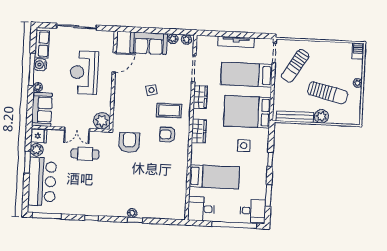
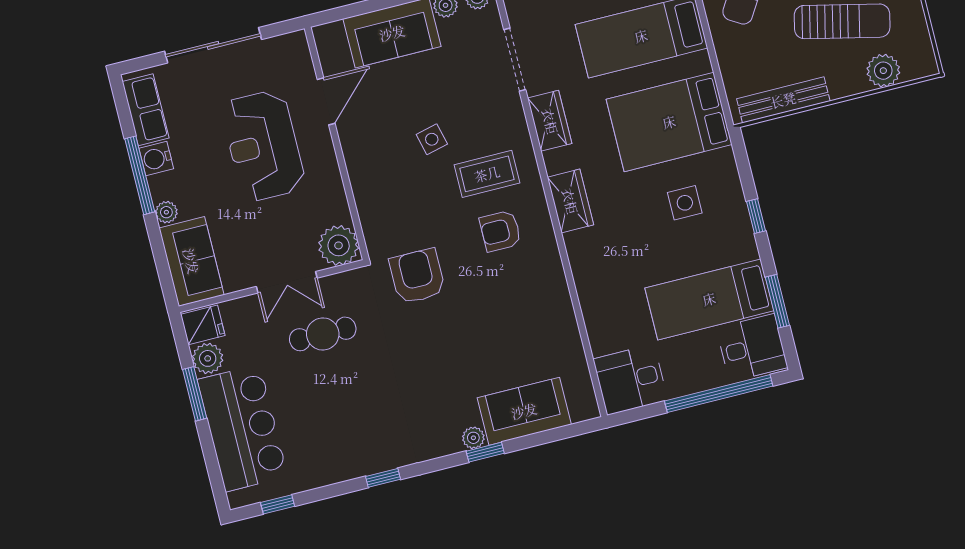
plant: (321, 116) -> (883, 71), moved
bed: (214, 177) -> (709, 299), moved, turned 180
sofa: (155, 209) -> (524, 411), added
window: (47, 216) -> (278, 504), width x0.46

